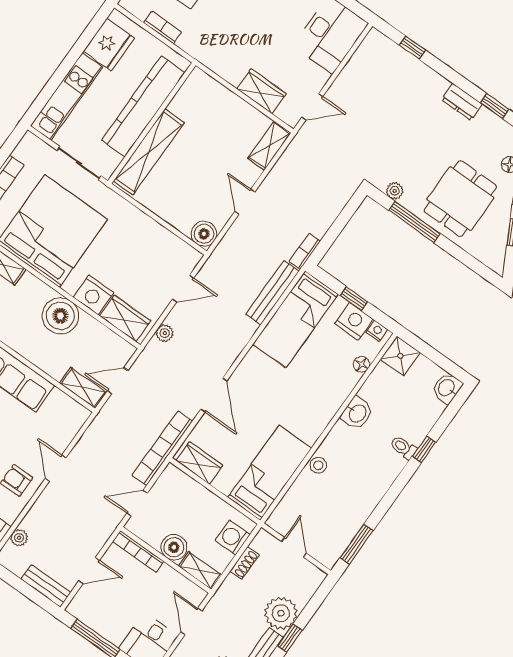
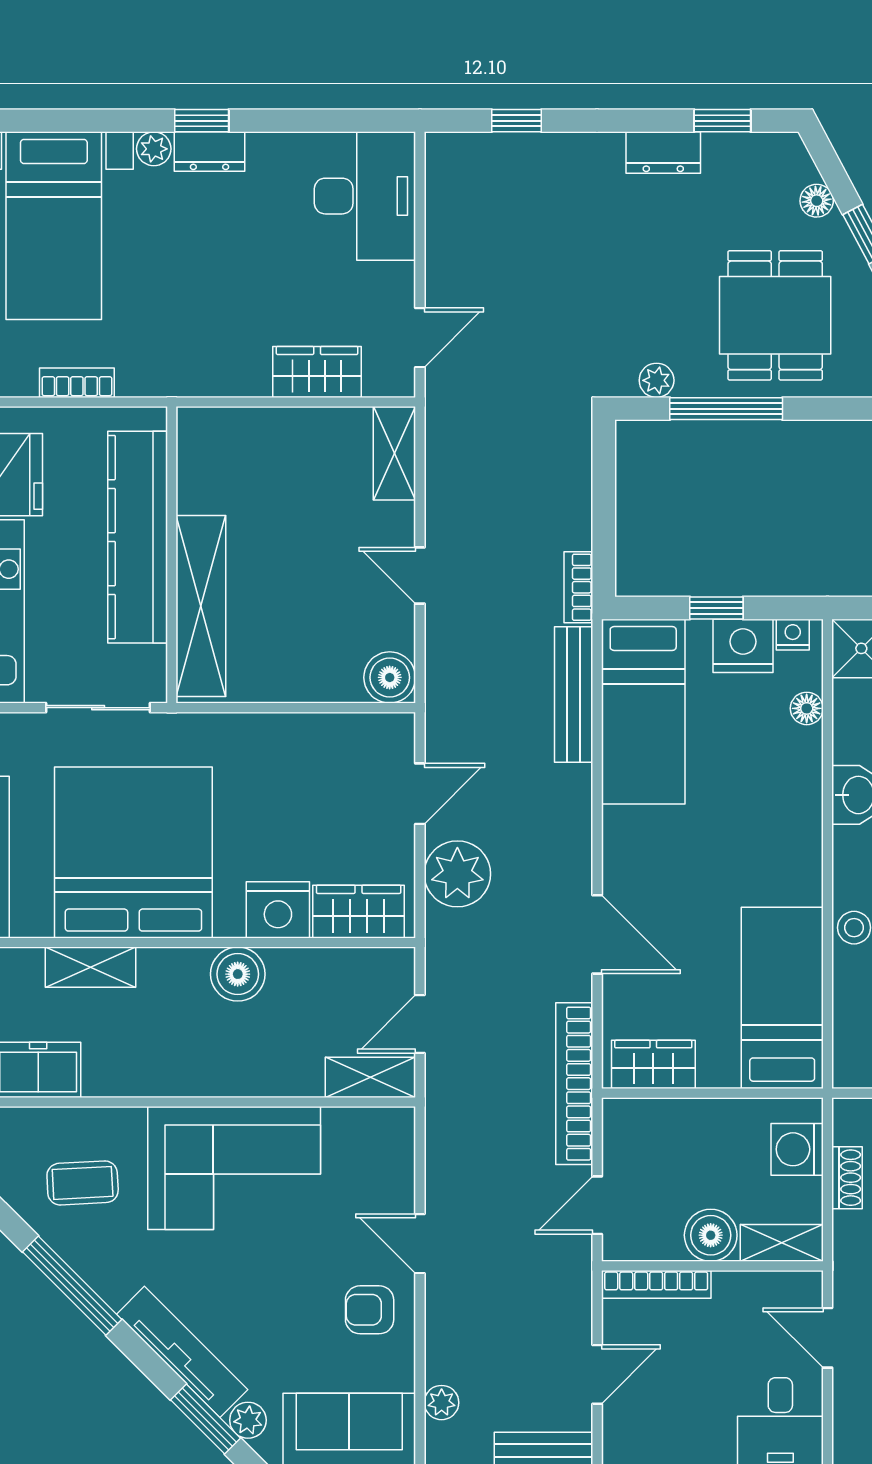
boiler: (60, 316) -> (238, 974), width x0.73, depth x0.73
plant: (165, 333) -> (457, 874), width x1.87, depth x1.87

